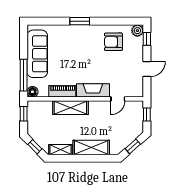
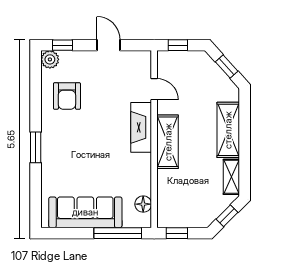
piano: (62, 91) -> (142, 174), removed
floor lamp: (32, 92) -> (143, 204), moved
shelving: (70, 108) -> (168, 142), moved

